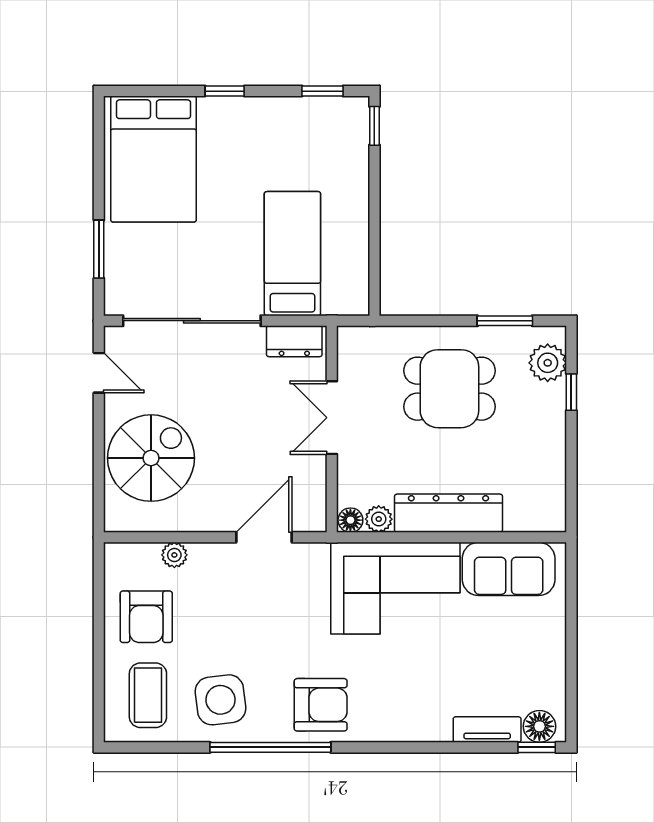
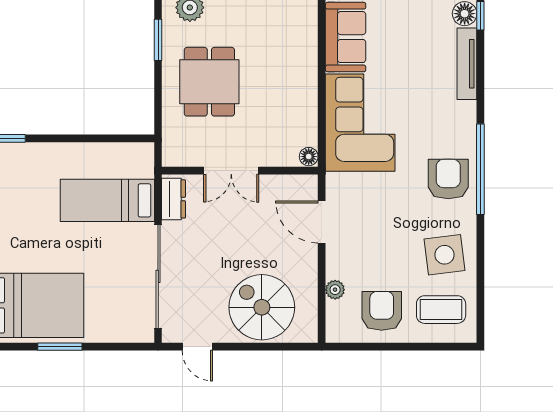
window: (99, 249) -> (60, 347), moved
door: (99, 373) -> (197, 347), swing flipped
dresser: (448, 513) -> (303, 82), removed
plant: (379, 519) -> (308, 135), removed
armchair: (146, 617) -> (382, 311), turned -90
tv unit: (487, 730) -> (467, 64), width x1.41
window: (270, 747) -> (480, 169), moved

